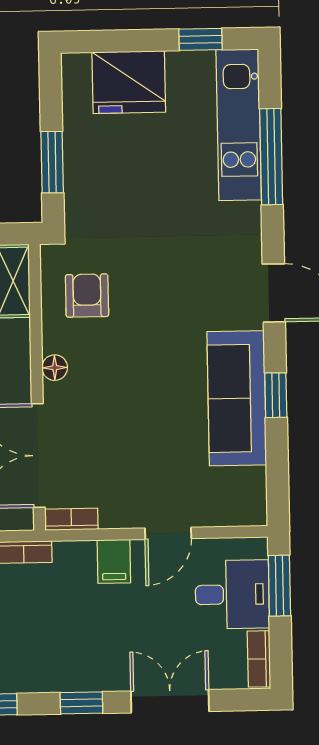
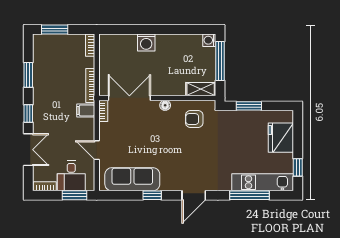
armchair: (87, 296) -> (194, 119), turned 180
sofa: (237, 398) -> (132, 179), moved
filing cabinet: (114, 561) -> (86, 110), moved

